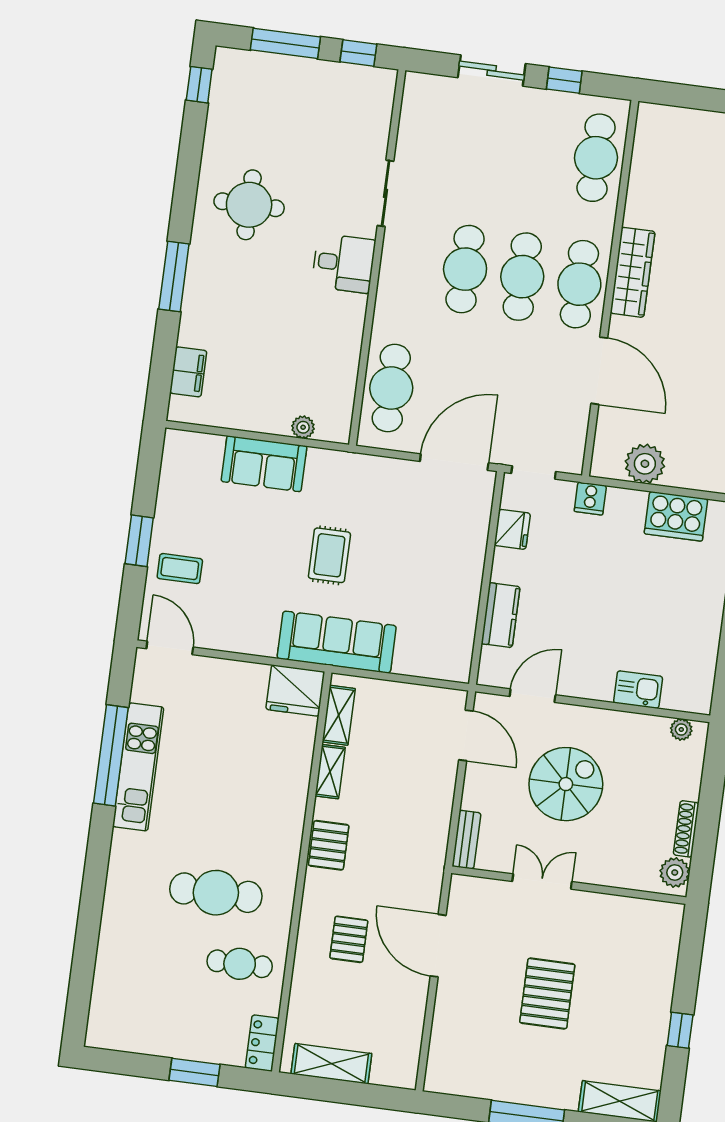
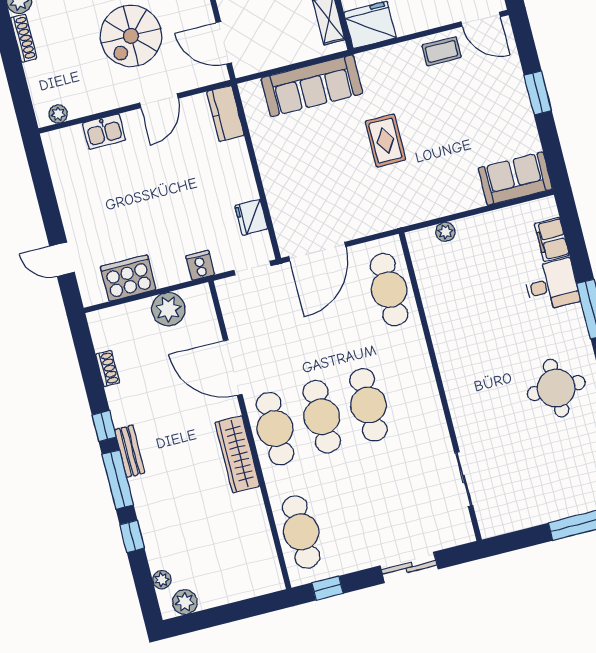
window: (358, 53) -> (518, 540), removed
window: (564, 80) -> (328, 588), moved
sliding door: (386, 193) -> (464, 479), moved
desk: (343, 263) -> (552, 285), moved, turned 180
sofa: (264, 464) -> (515, 179), moved
coffee table: (180, 569) -> (442, 51), moved
kitchen counter: (501, 615) -> (225, 113), moved
sofa: (337, 642) -> (312, 86), moved
door: (533, 696) -> (159, 101), moved

